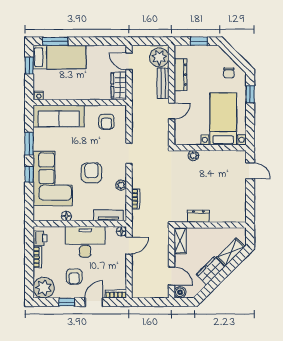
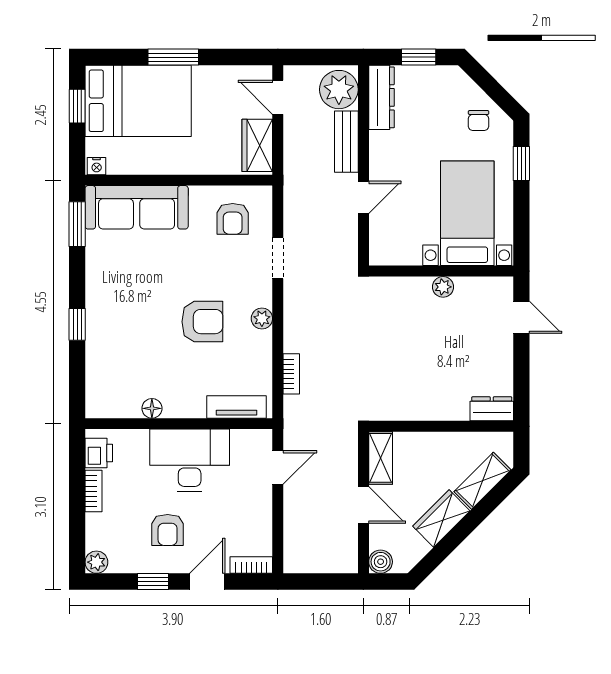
window: (55, 41) -> (173, 57), moved
bed: (59, 57) -> (138, 101), width x1.50
dresser: (181, 75) -> (381, 97), moved
window: (29, 144) -> (77, 224), moved
doorway: (129, 153) -> (278, 258), moved
plant: (193, 156) -> (443, 287), moved
armchair: (91, 173) -> (202, 322), turned 90
corner sofa: (53, 178) -> (124, 333), removed
plant: (121, 185) -> (262, 319), moved
dresser: (198, 216) -> (492, 409), moved
floor lamp: (121, 231) -> (263, 439), removed
door: (172, 276) -> (363, 505), moved
plant: (44, 288) -> (96, 562), width x0.53, depth x0.53

